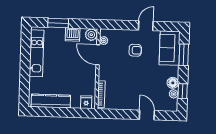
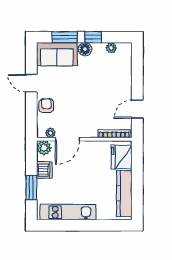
armchair: (135, 50) -> (46, 105), moved
floor lamp: (173, 83) -> (85, 49), moved
window: (183, 91) -> (93, 37), moved
fridge: (86, 102) -> (122, 157), width x1.88, depth x1.34
door: (147, 115) -> (137, 109), moved

